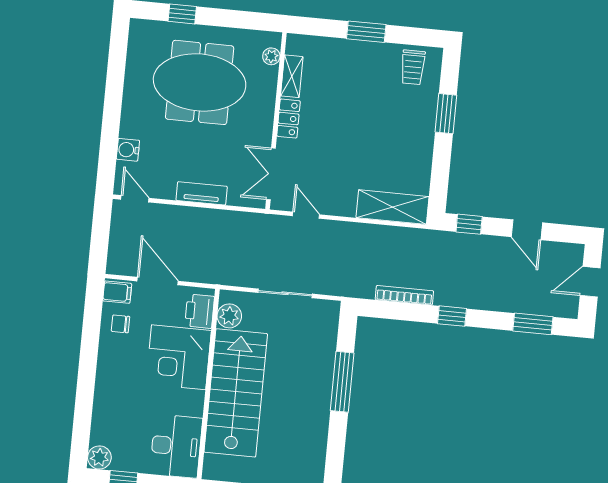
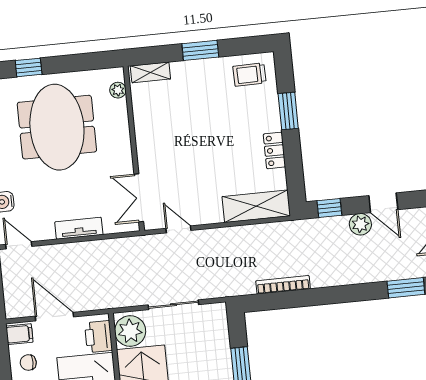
trolley: (413, 67) -> (249, 75), turned 89
shelving: (292, 76) -> (150, 72), moved, turned 90
meeting table: (200, 82) -> (57, 127), turned 90
locker: (289, 119) -> (274, 150), moved, turned 180
plant: (498, 248) -> (360, 224), added
plant: (229, 316) -> (130, 331), width x1.36, depth x1.36
window: (452, 316) -> (330, 295), removed

